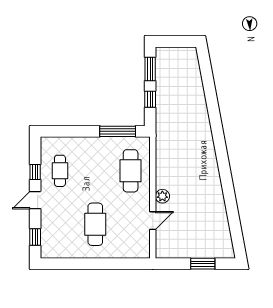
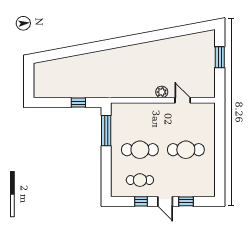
window: (150, 69) -> (52, 103), removed
cafe table: (131, 171) -> (140, 150), moved
window: (35, 237) -> (186, 201), moved

